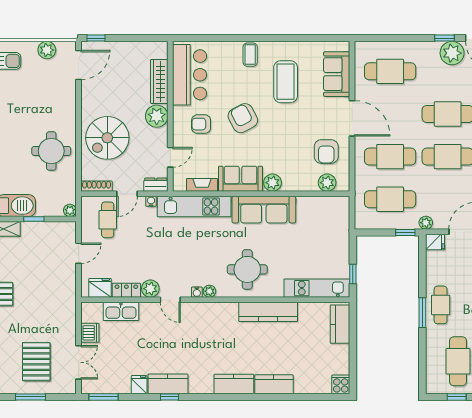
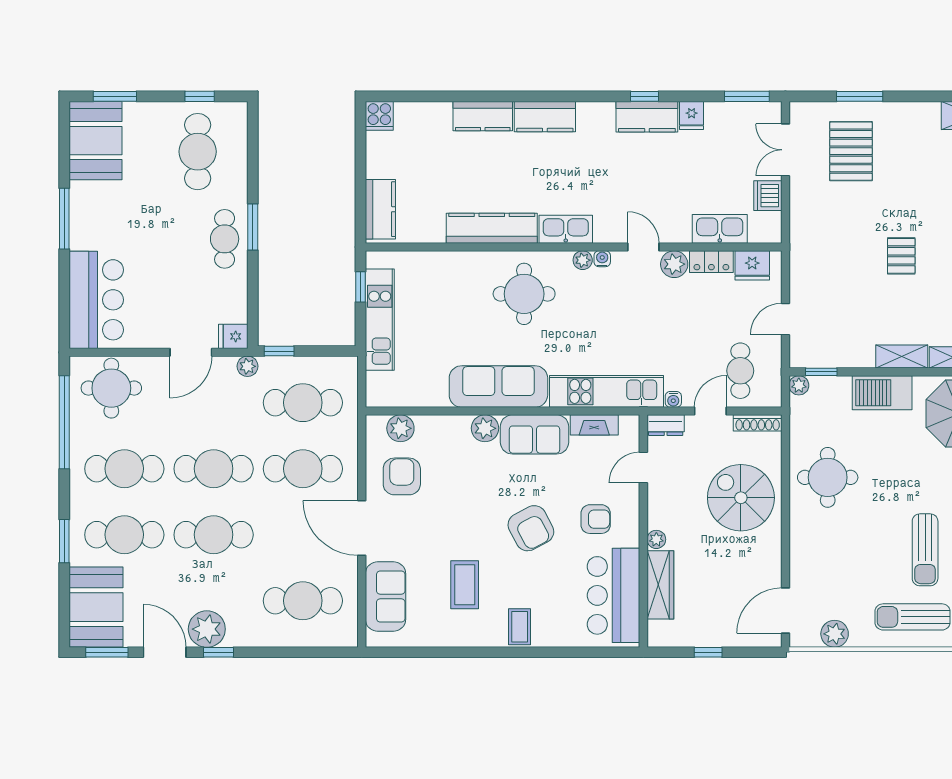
window: (96, 38) -> (708, 652), moved
coffee table: (286, 82) -> (465, 585), width x0.73, depth x0.76
plant: (157, 116) -> (656, 539), width x0.53, depth x0.53
spiral stairs: (107, 138) -> (741, 498), turned -90
window: (34, 219) -> (821, 372), moved
kitchen unit: (317, 288) -> (380, 320), moved, turned -90
kitchen sink: (220, 311) -> (566, 229), added

